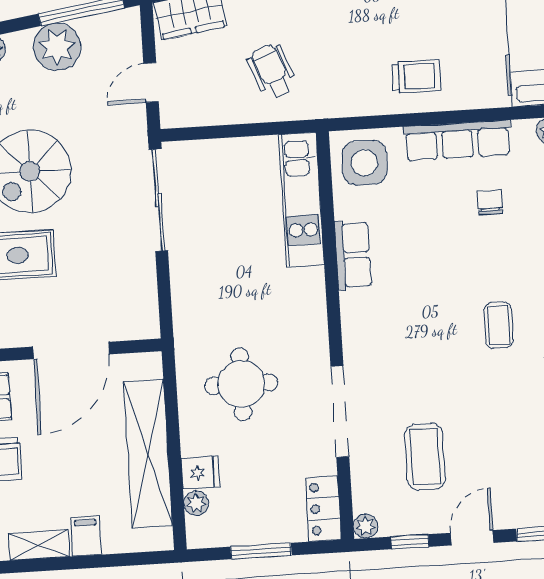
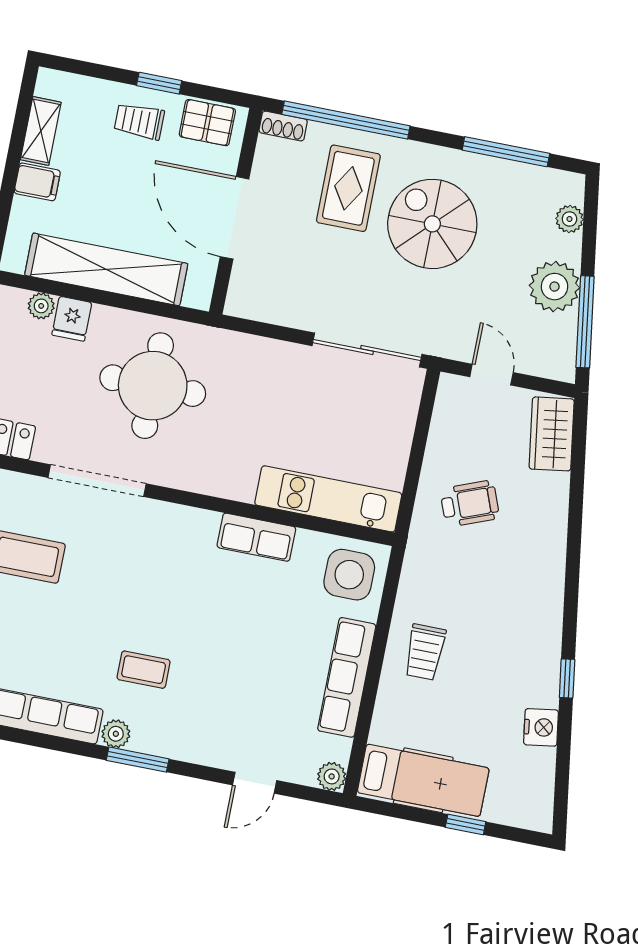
chair: (490, 202) -> (274, 694), removed
round table: (241, 384) -> (153, 386), width x1.36, depth x1.36

